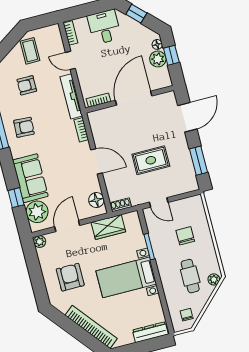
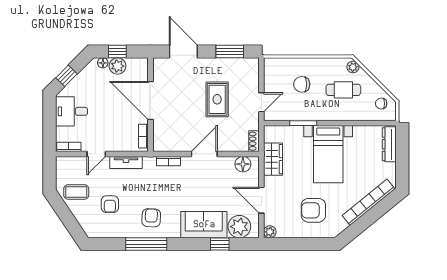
tv unit: (71, 96) -> (126, 162), width x0.71

